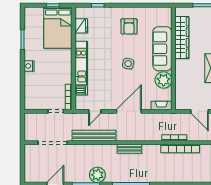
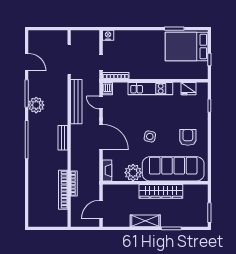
armchair: (129, 26) -> (188, 137), turned 90
bed: (58, 28) -> (187, 46), moved
wardrobe: (182, 37) -> (161, 191), moved
sofa: (162, 49) -> (173, 169), width x1.36, depth x1.27
nightstand: (29, 66) -> (108, 35), moved
dishwasher: (81, 90) -> (107, 89), moved

